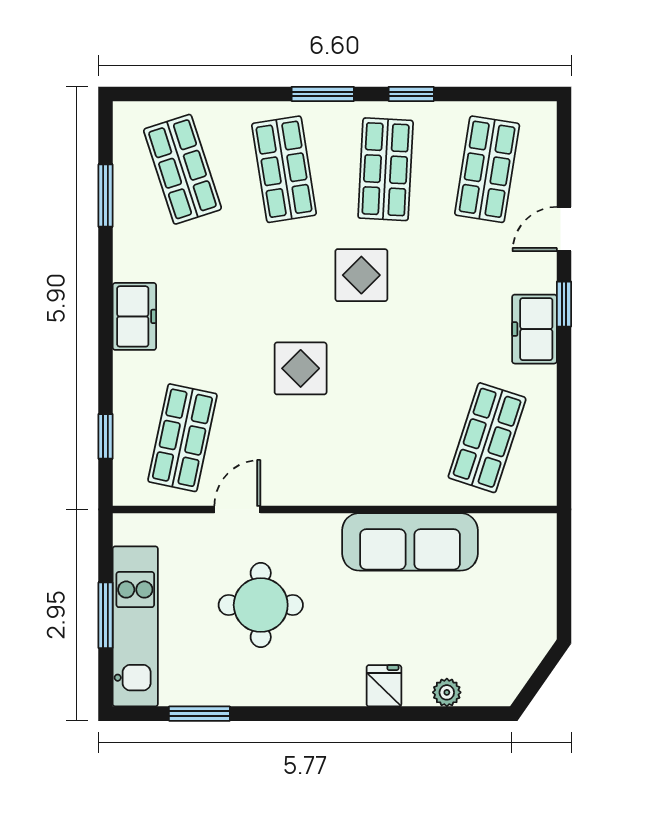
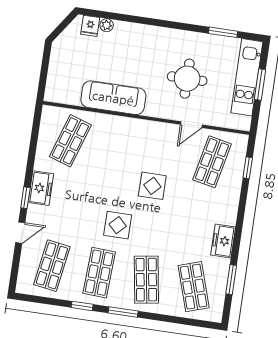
freezer: (134, 316) -> (223, 241), moved
fridge: (384, 686) -> (90, 26), moved

